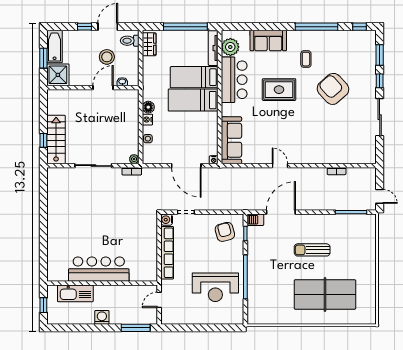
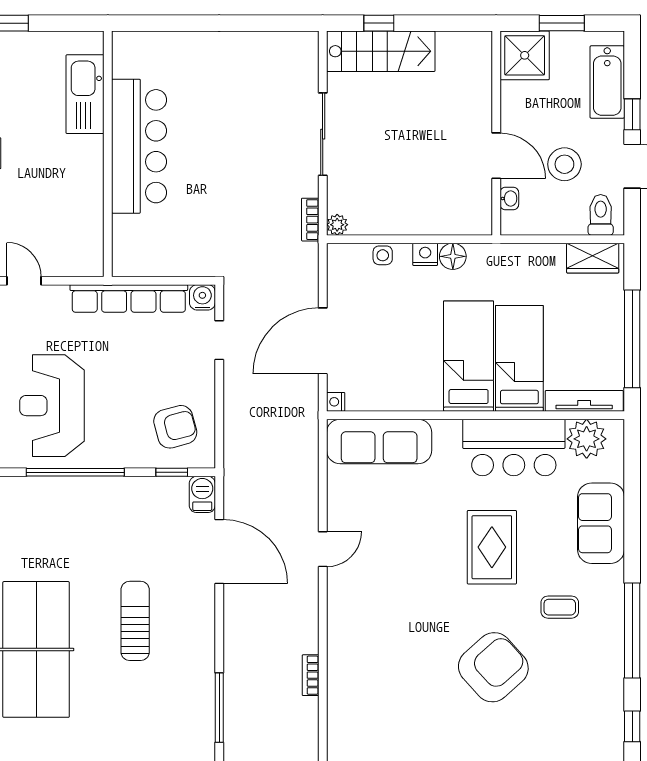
bathtub: (55, 47) -> (607, 82), moved, turned 90
bar counter: (99, 269) -> (139, 146), moved
wall: (102, 283) -> (108, 154), moved
kitchen sink: (75, 293) -> (85, 94), moved

